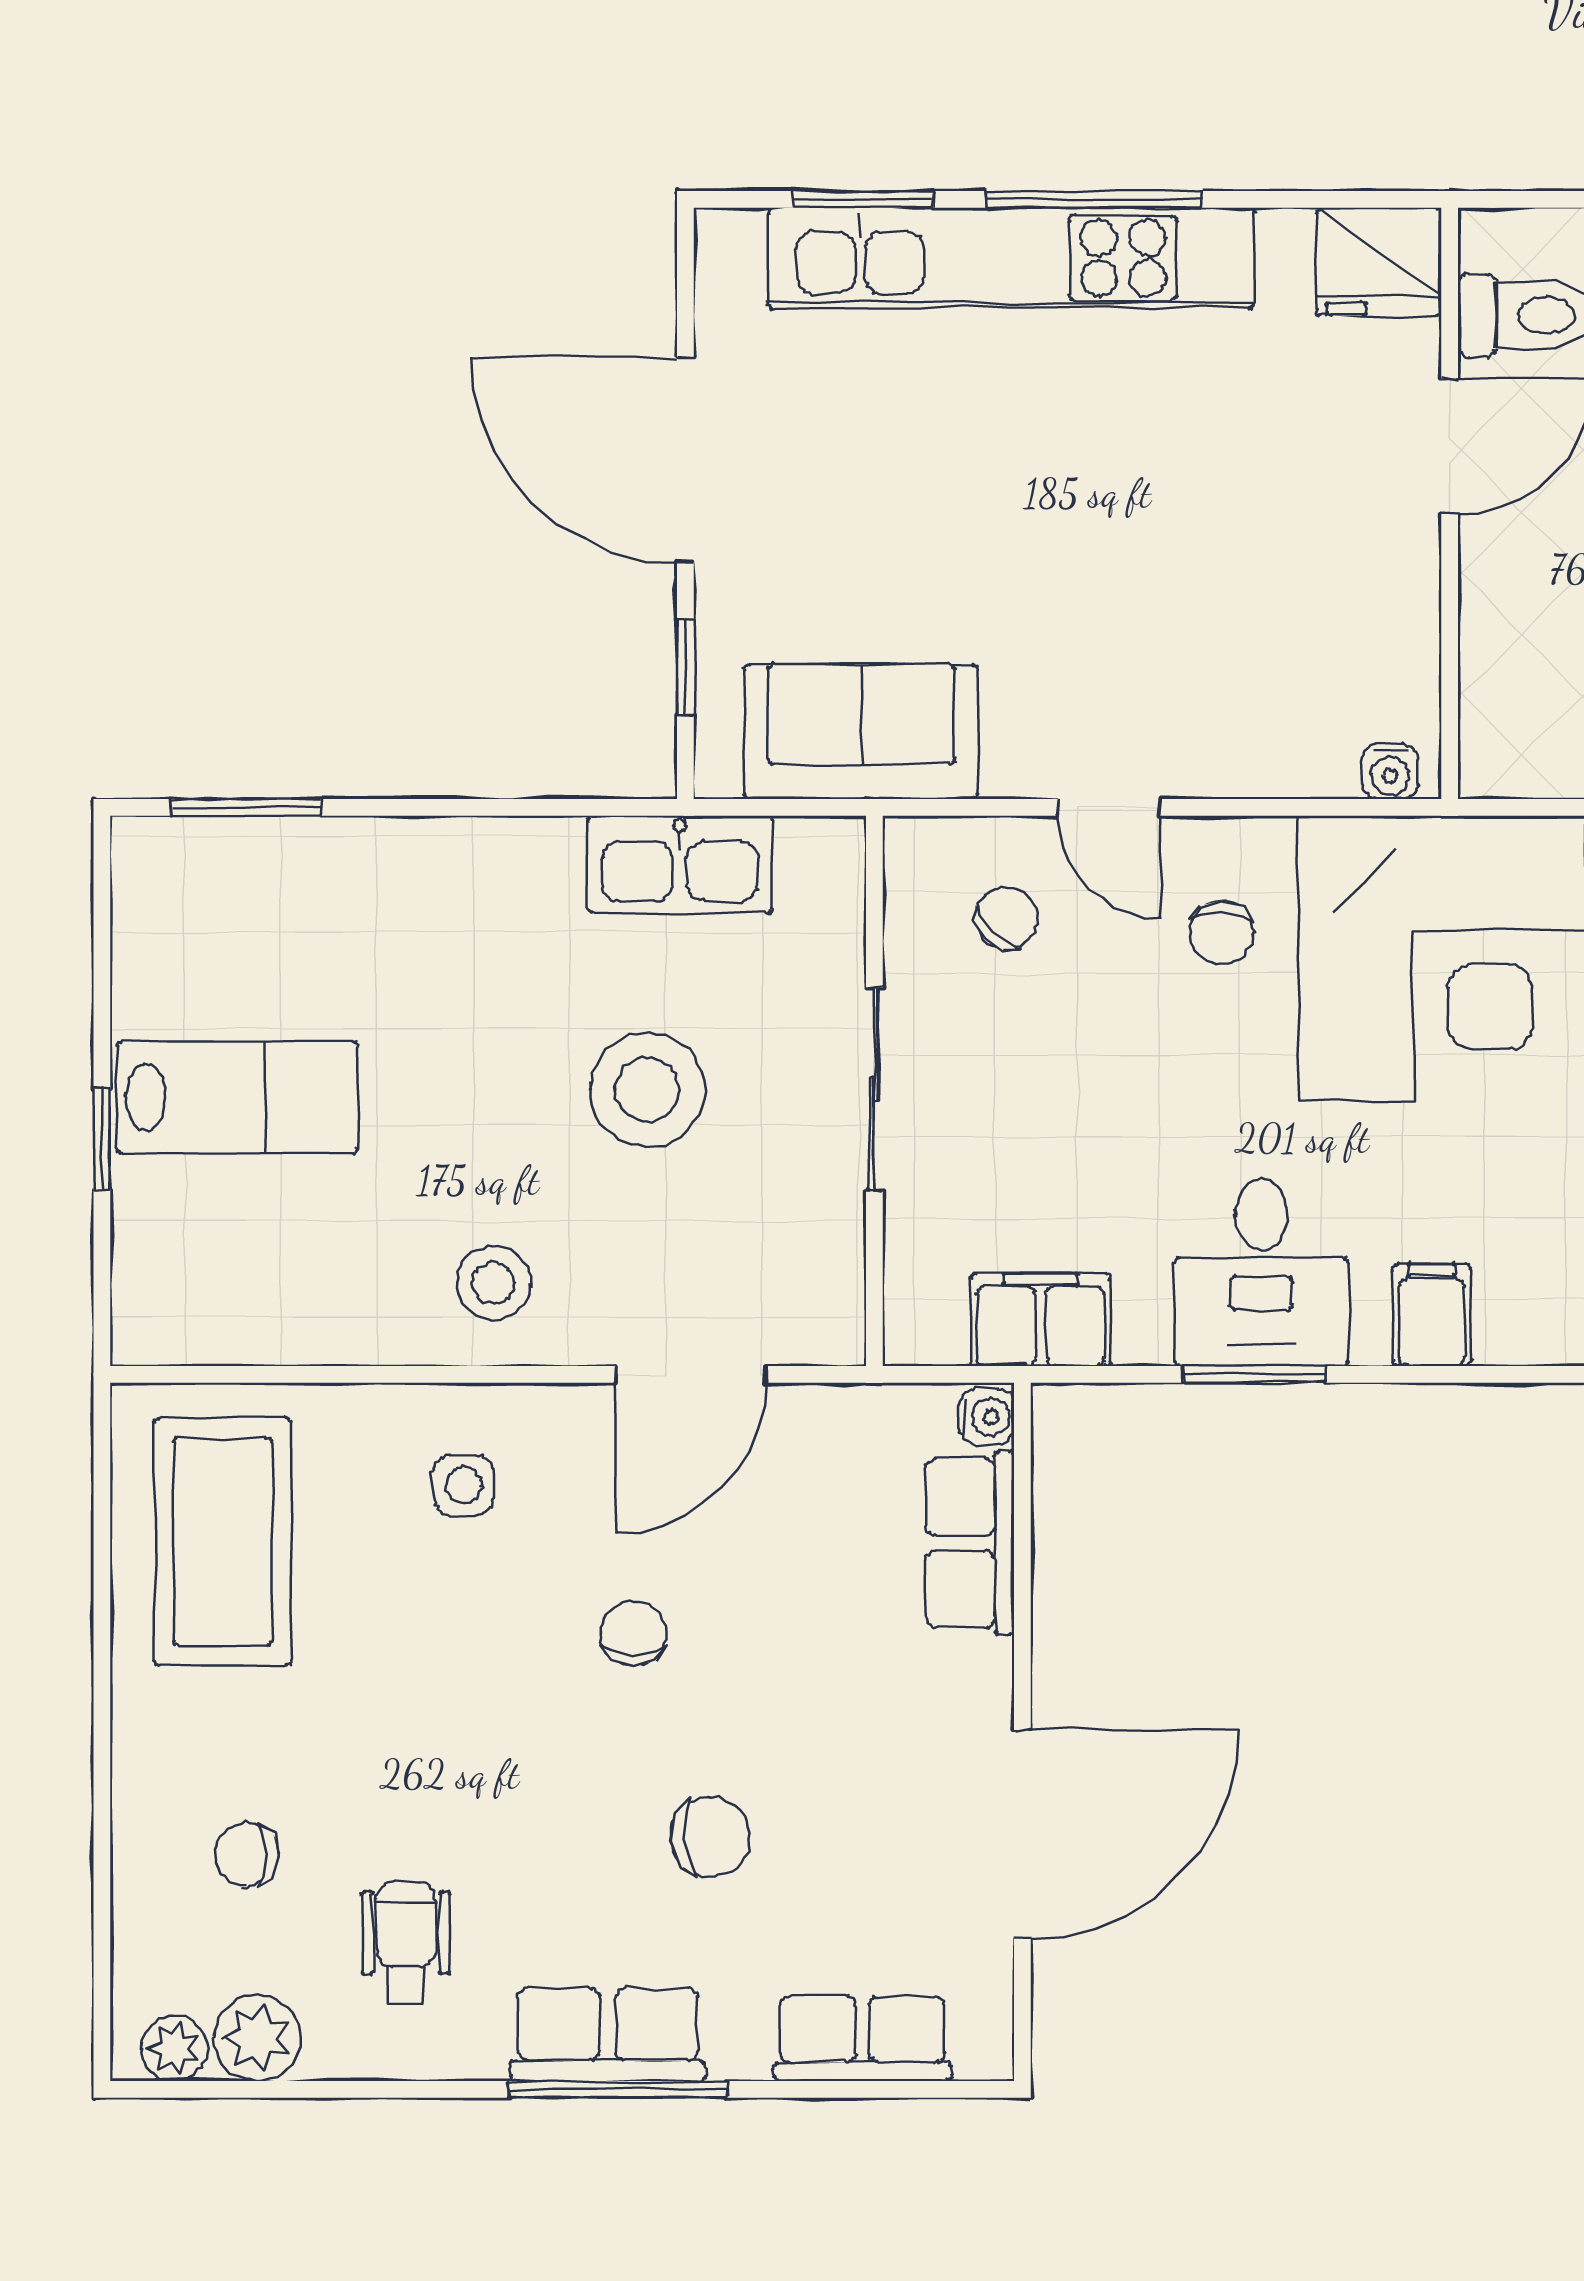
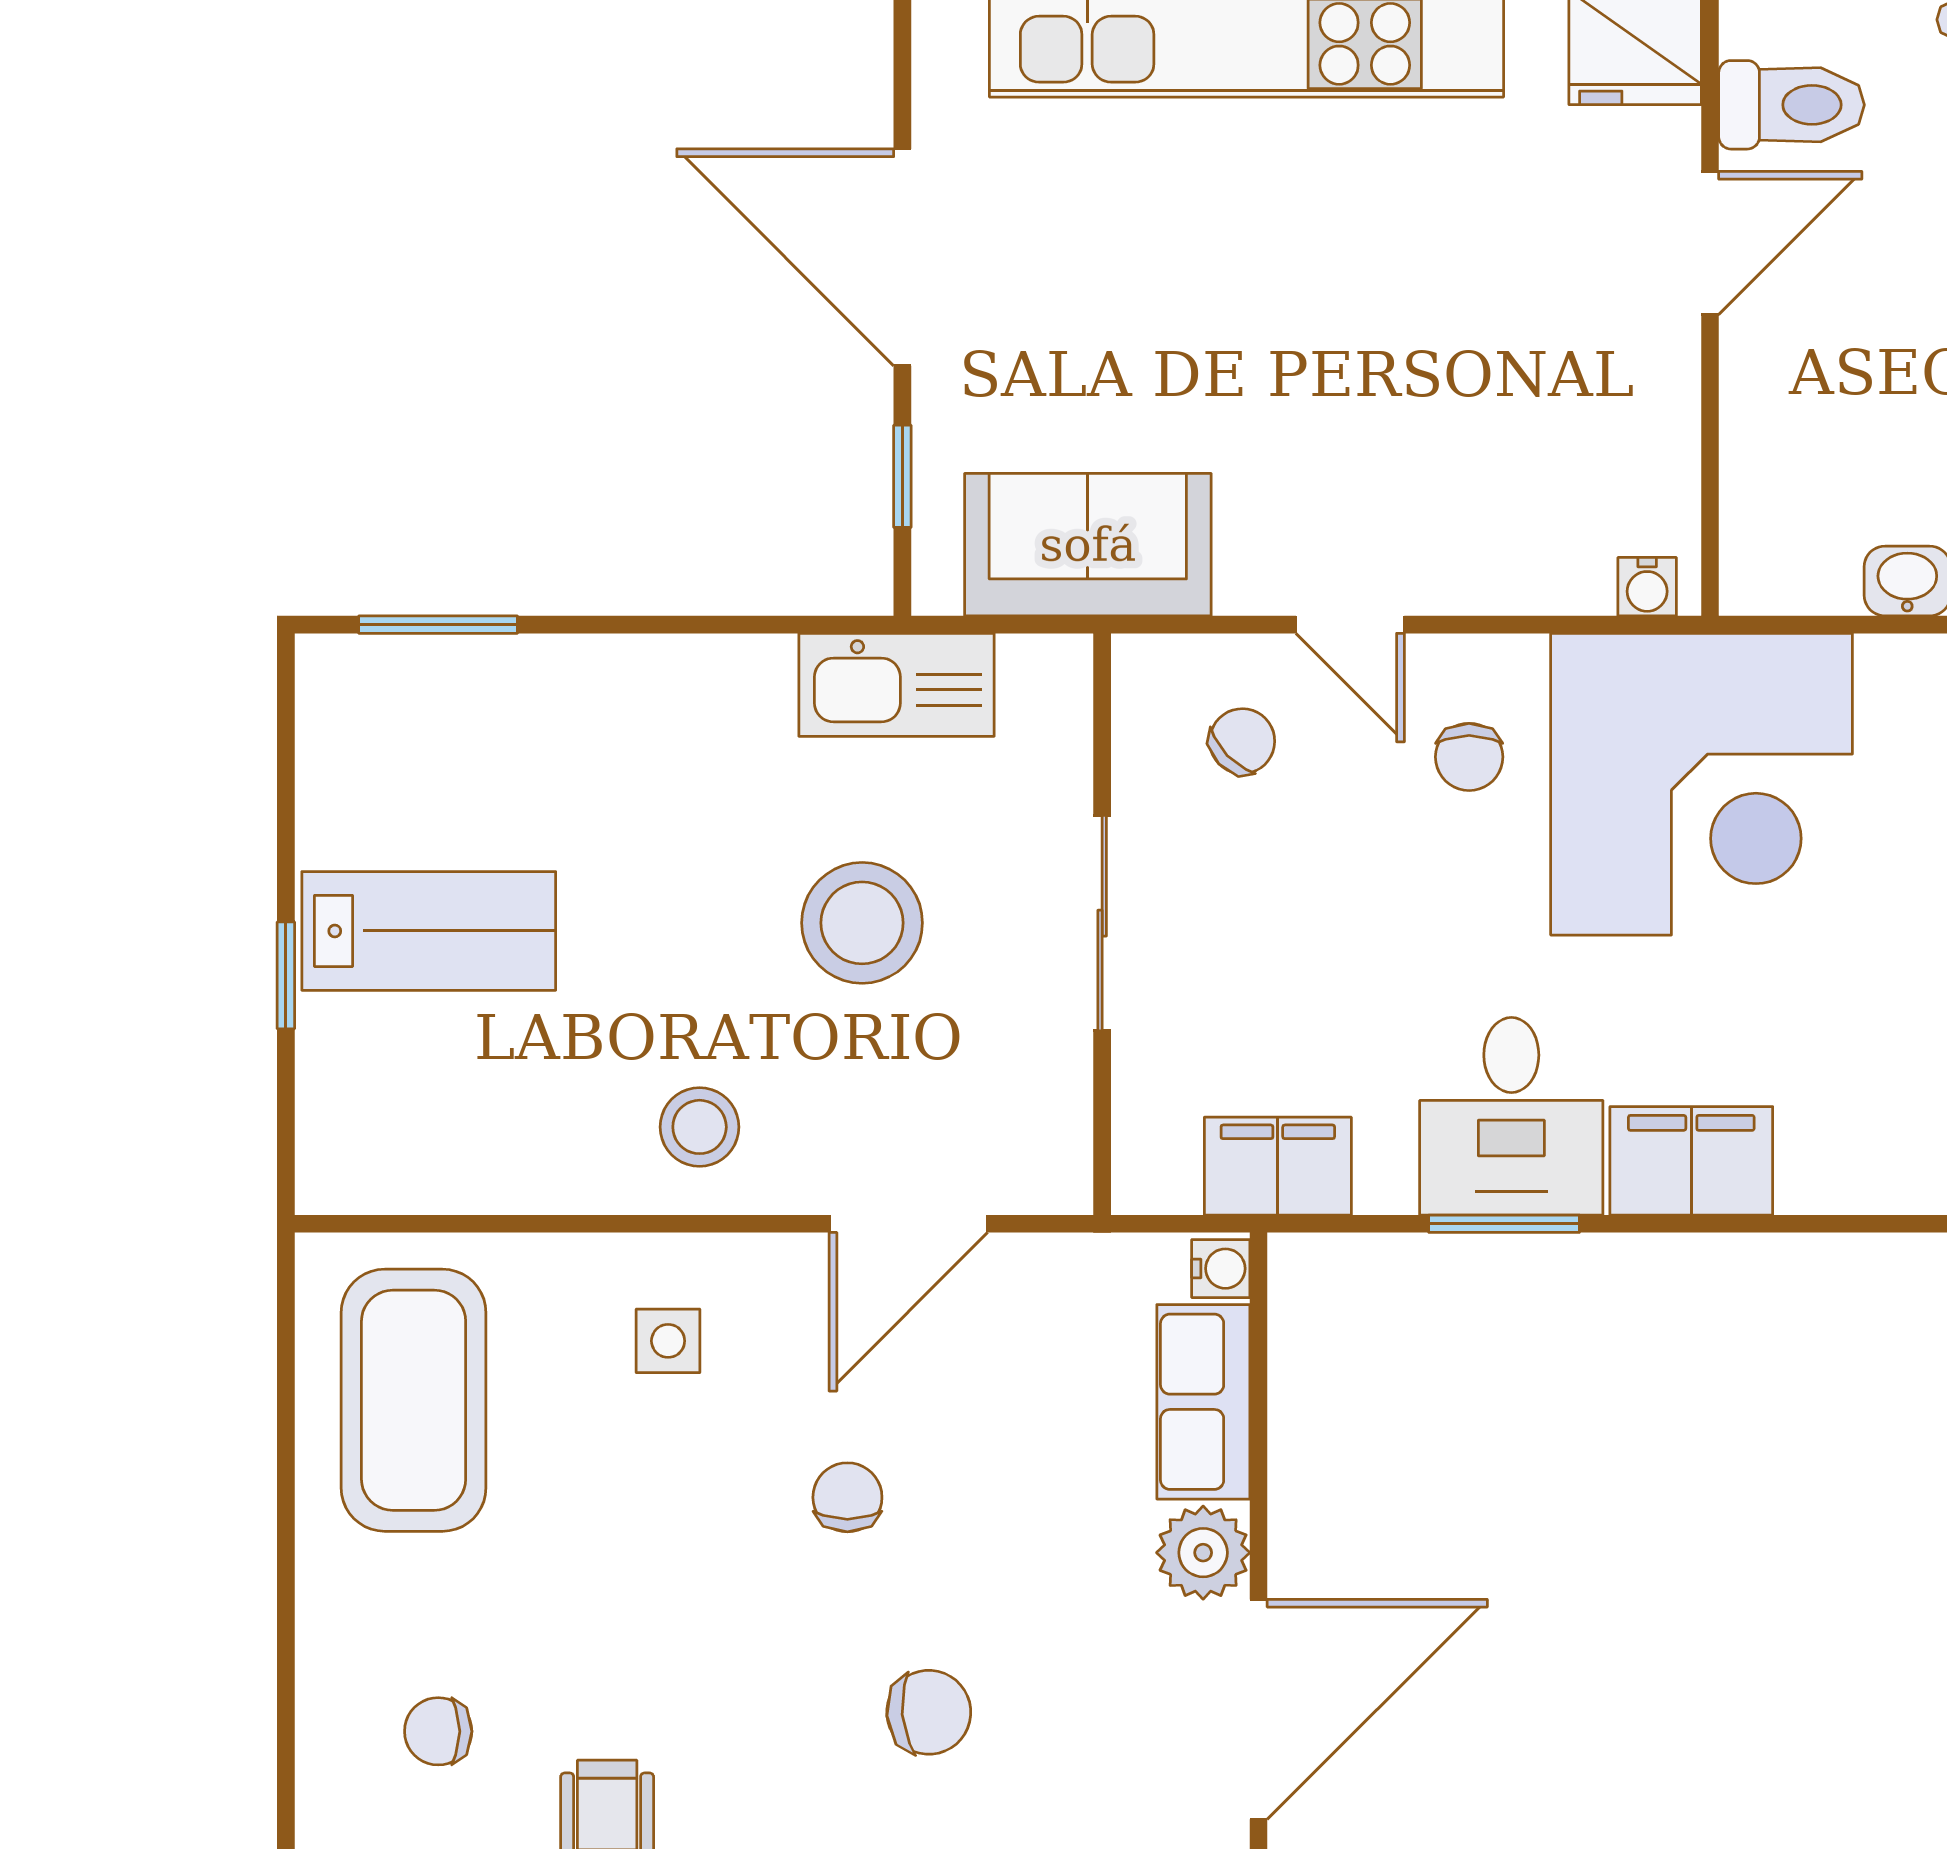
filing cabinet: (1432, 1315) -> (1691, 1161), width x2.00
plant: (970, 1686) -> (1203, 1553), added

